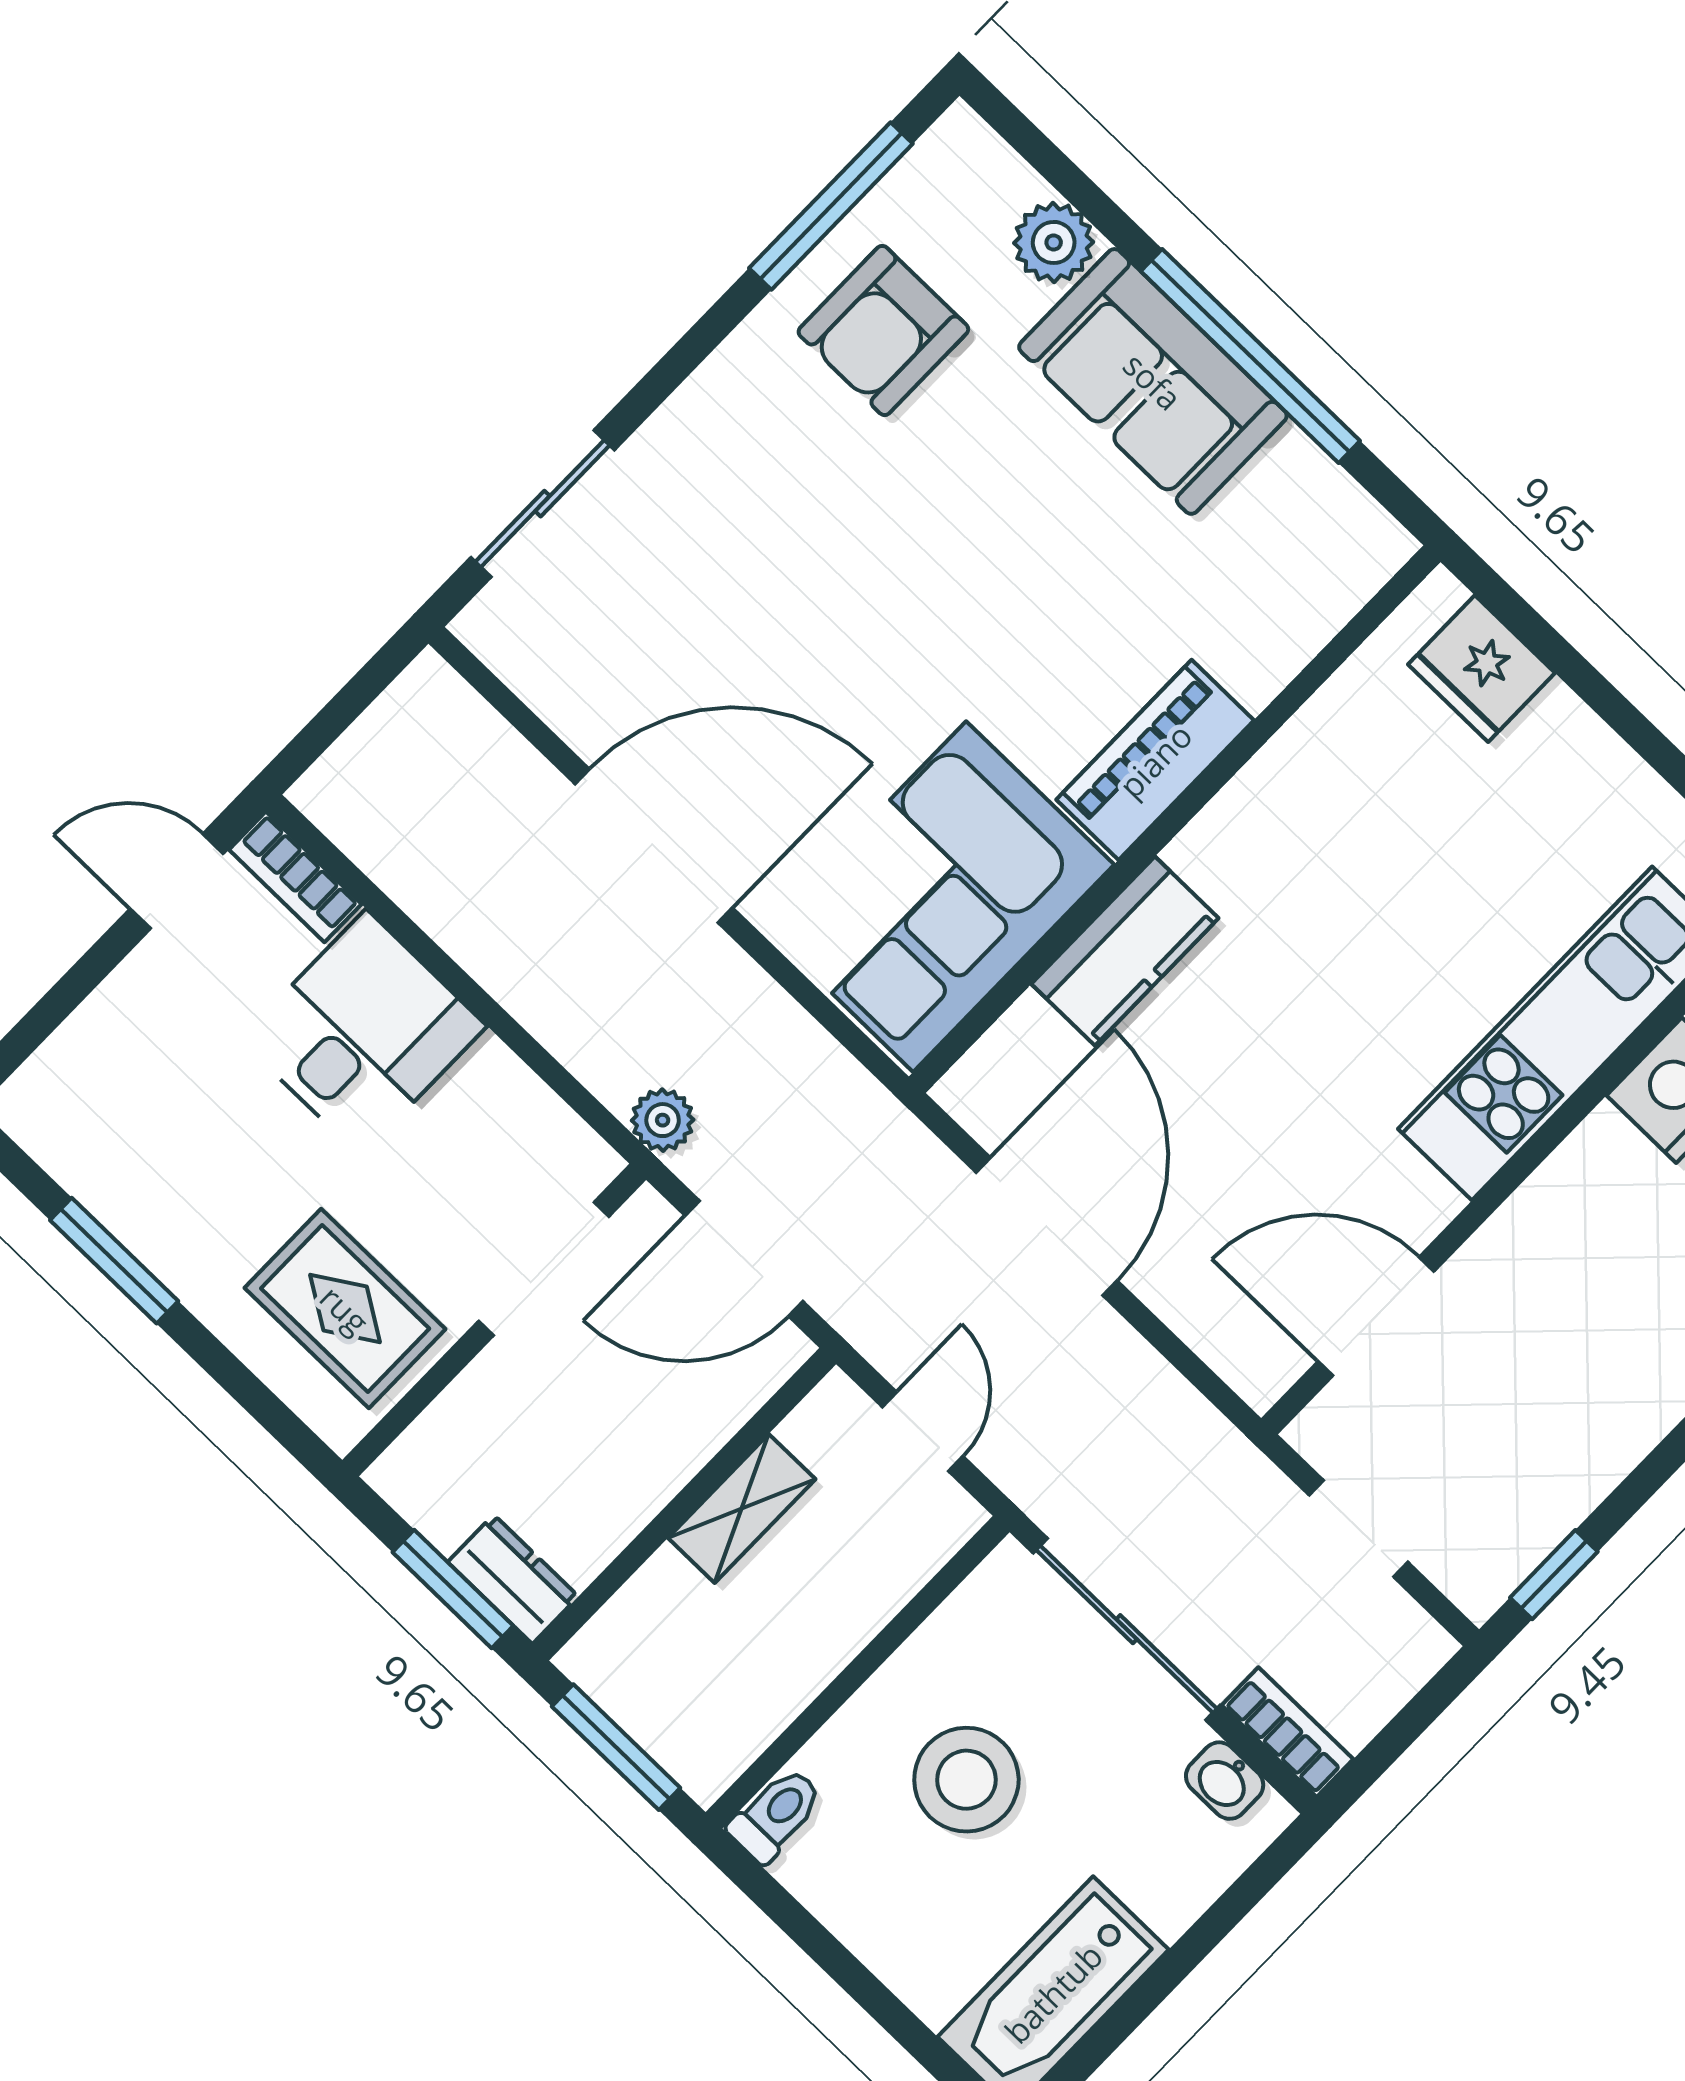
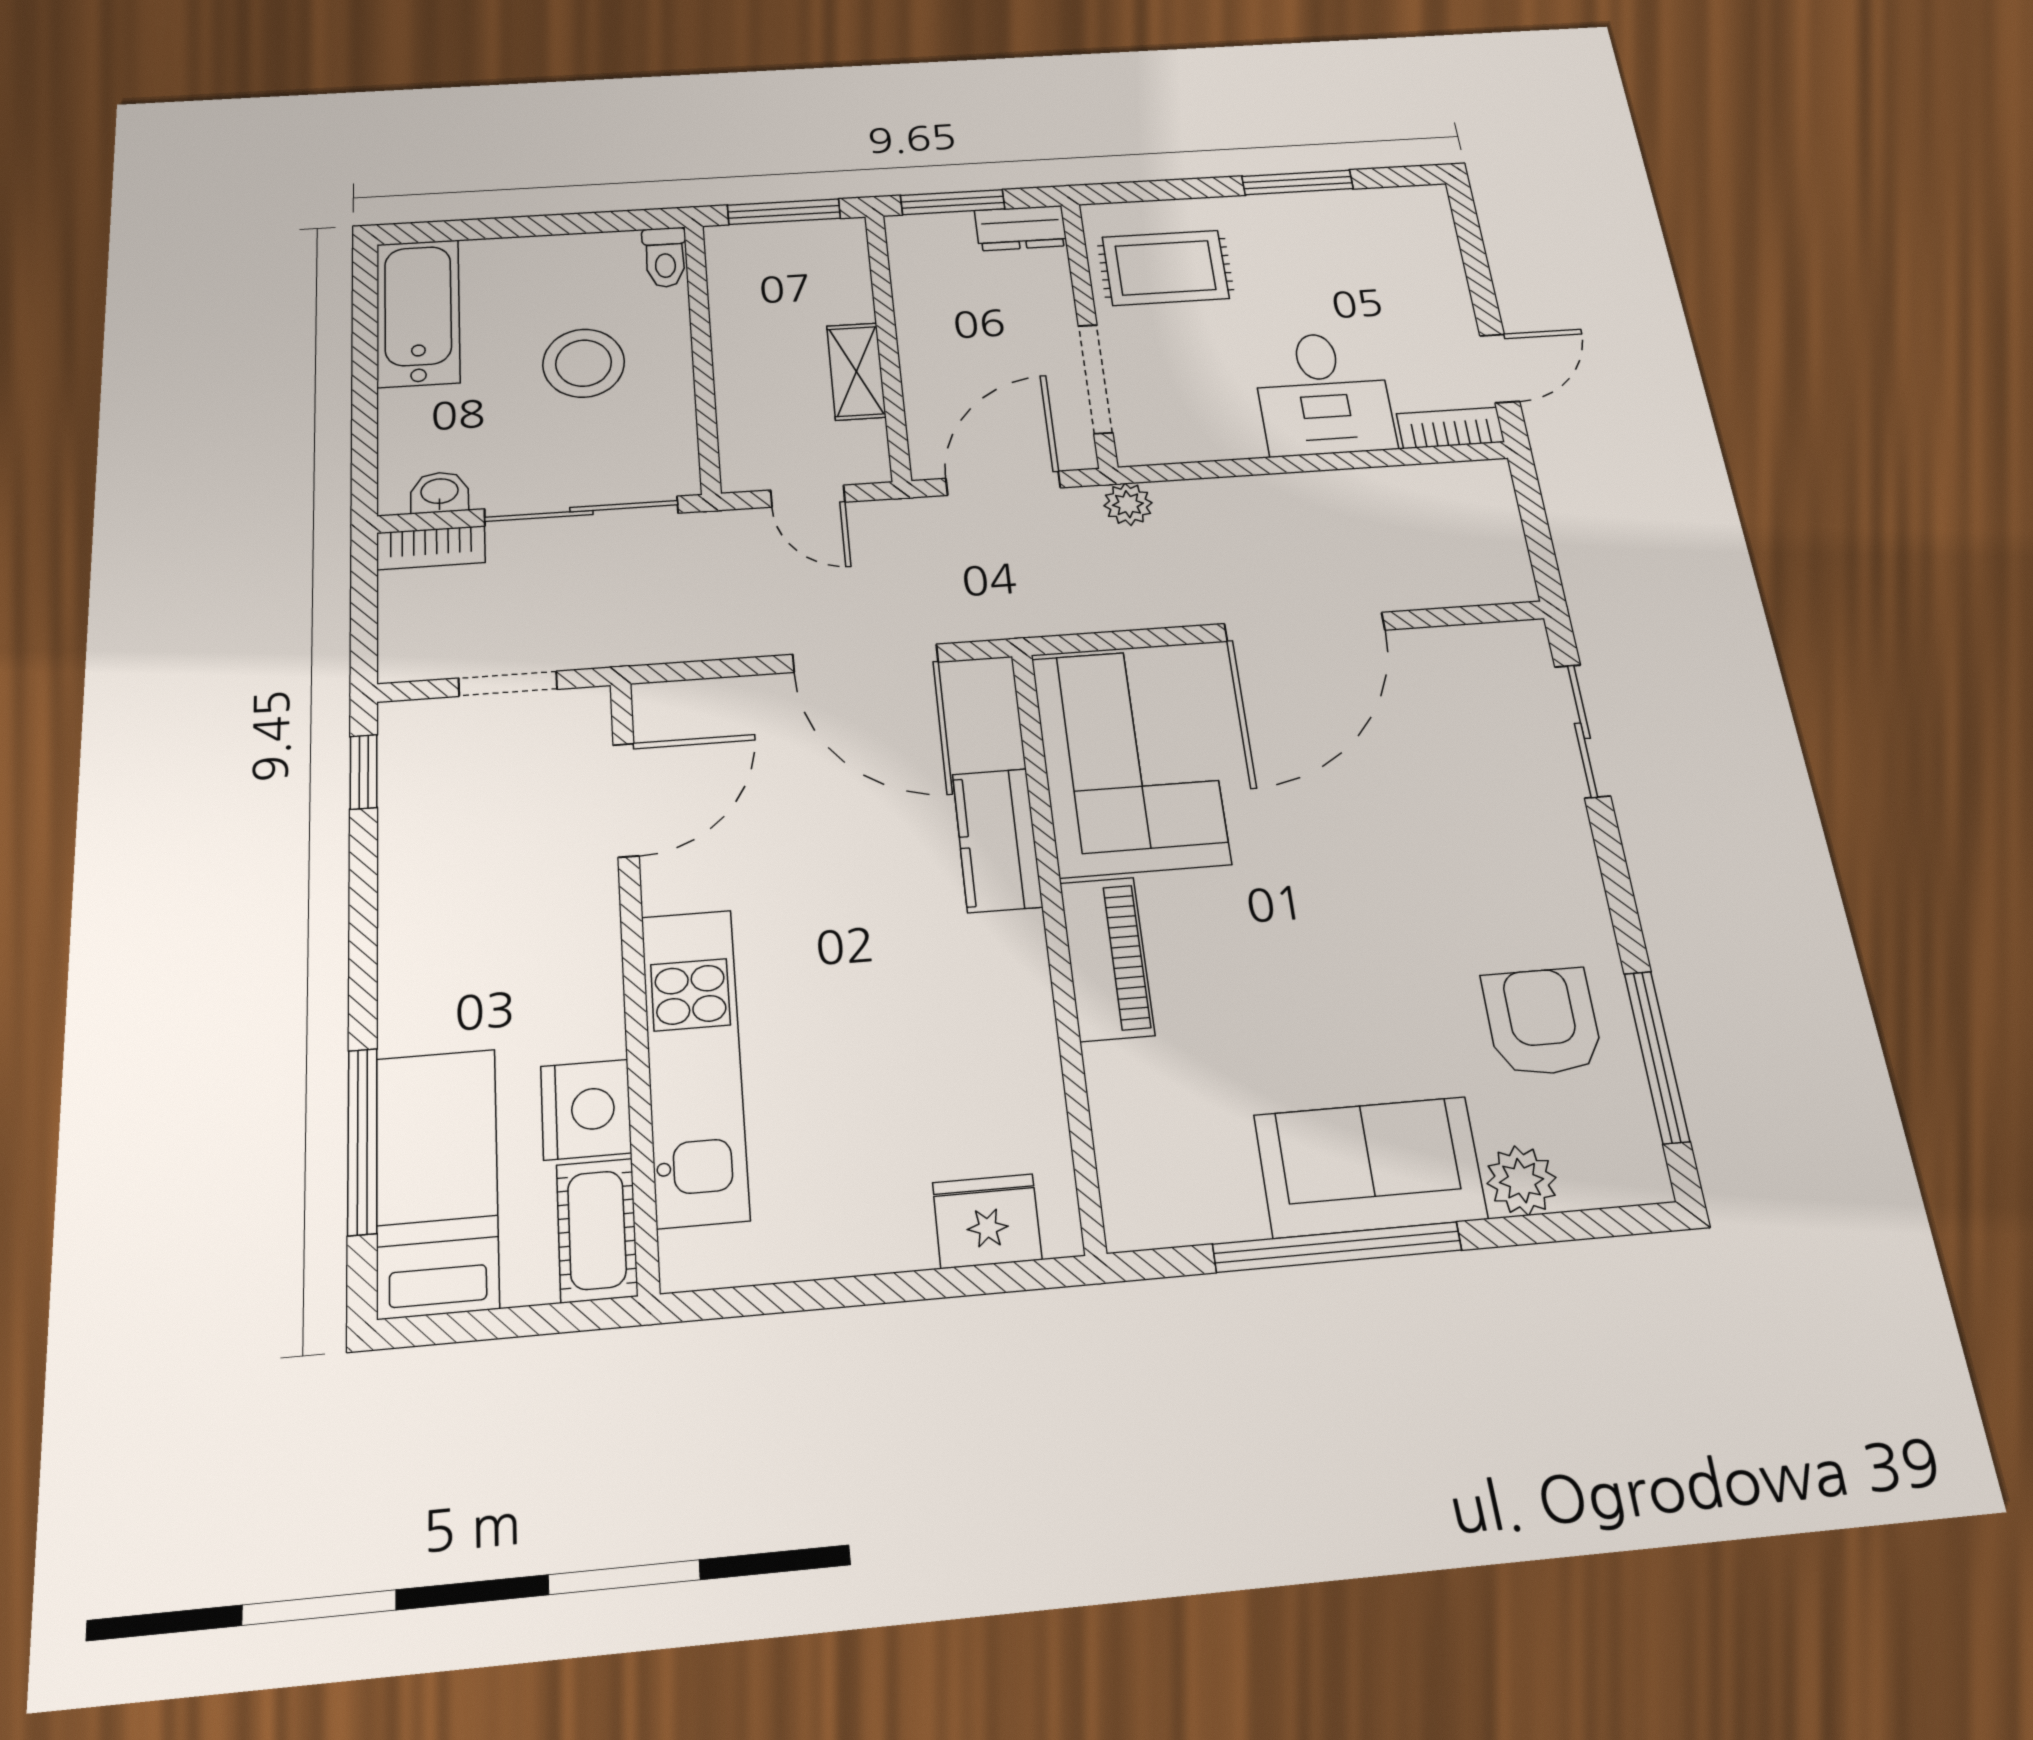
dresser: (513, 1579) -> (1021, 228), moved

